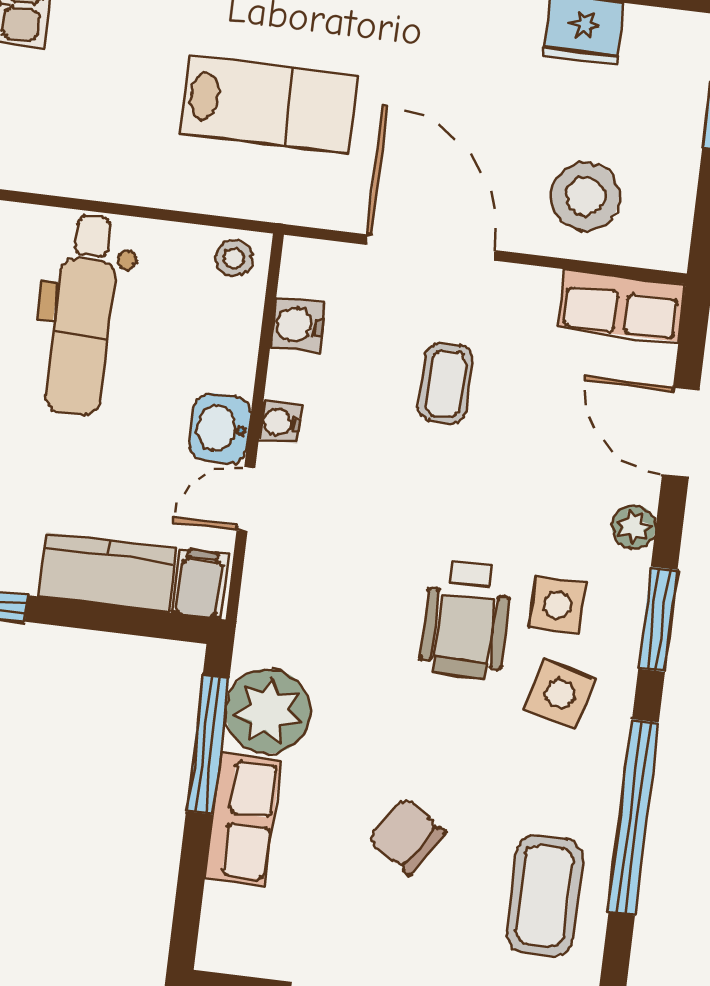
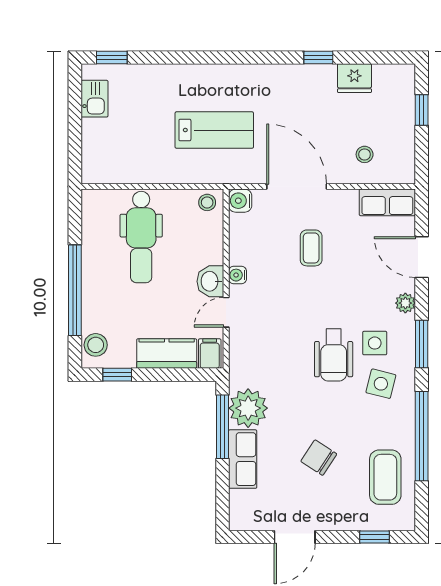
stool: (585, 196) -> (365, 154), width x0.53, depth x0.53
water cooler: (298, 325) -> (240, 201), moved

